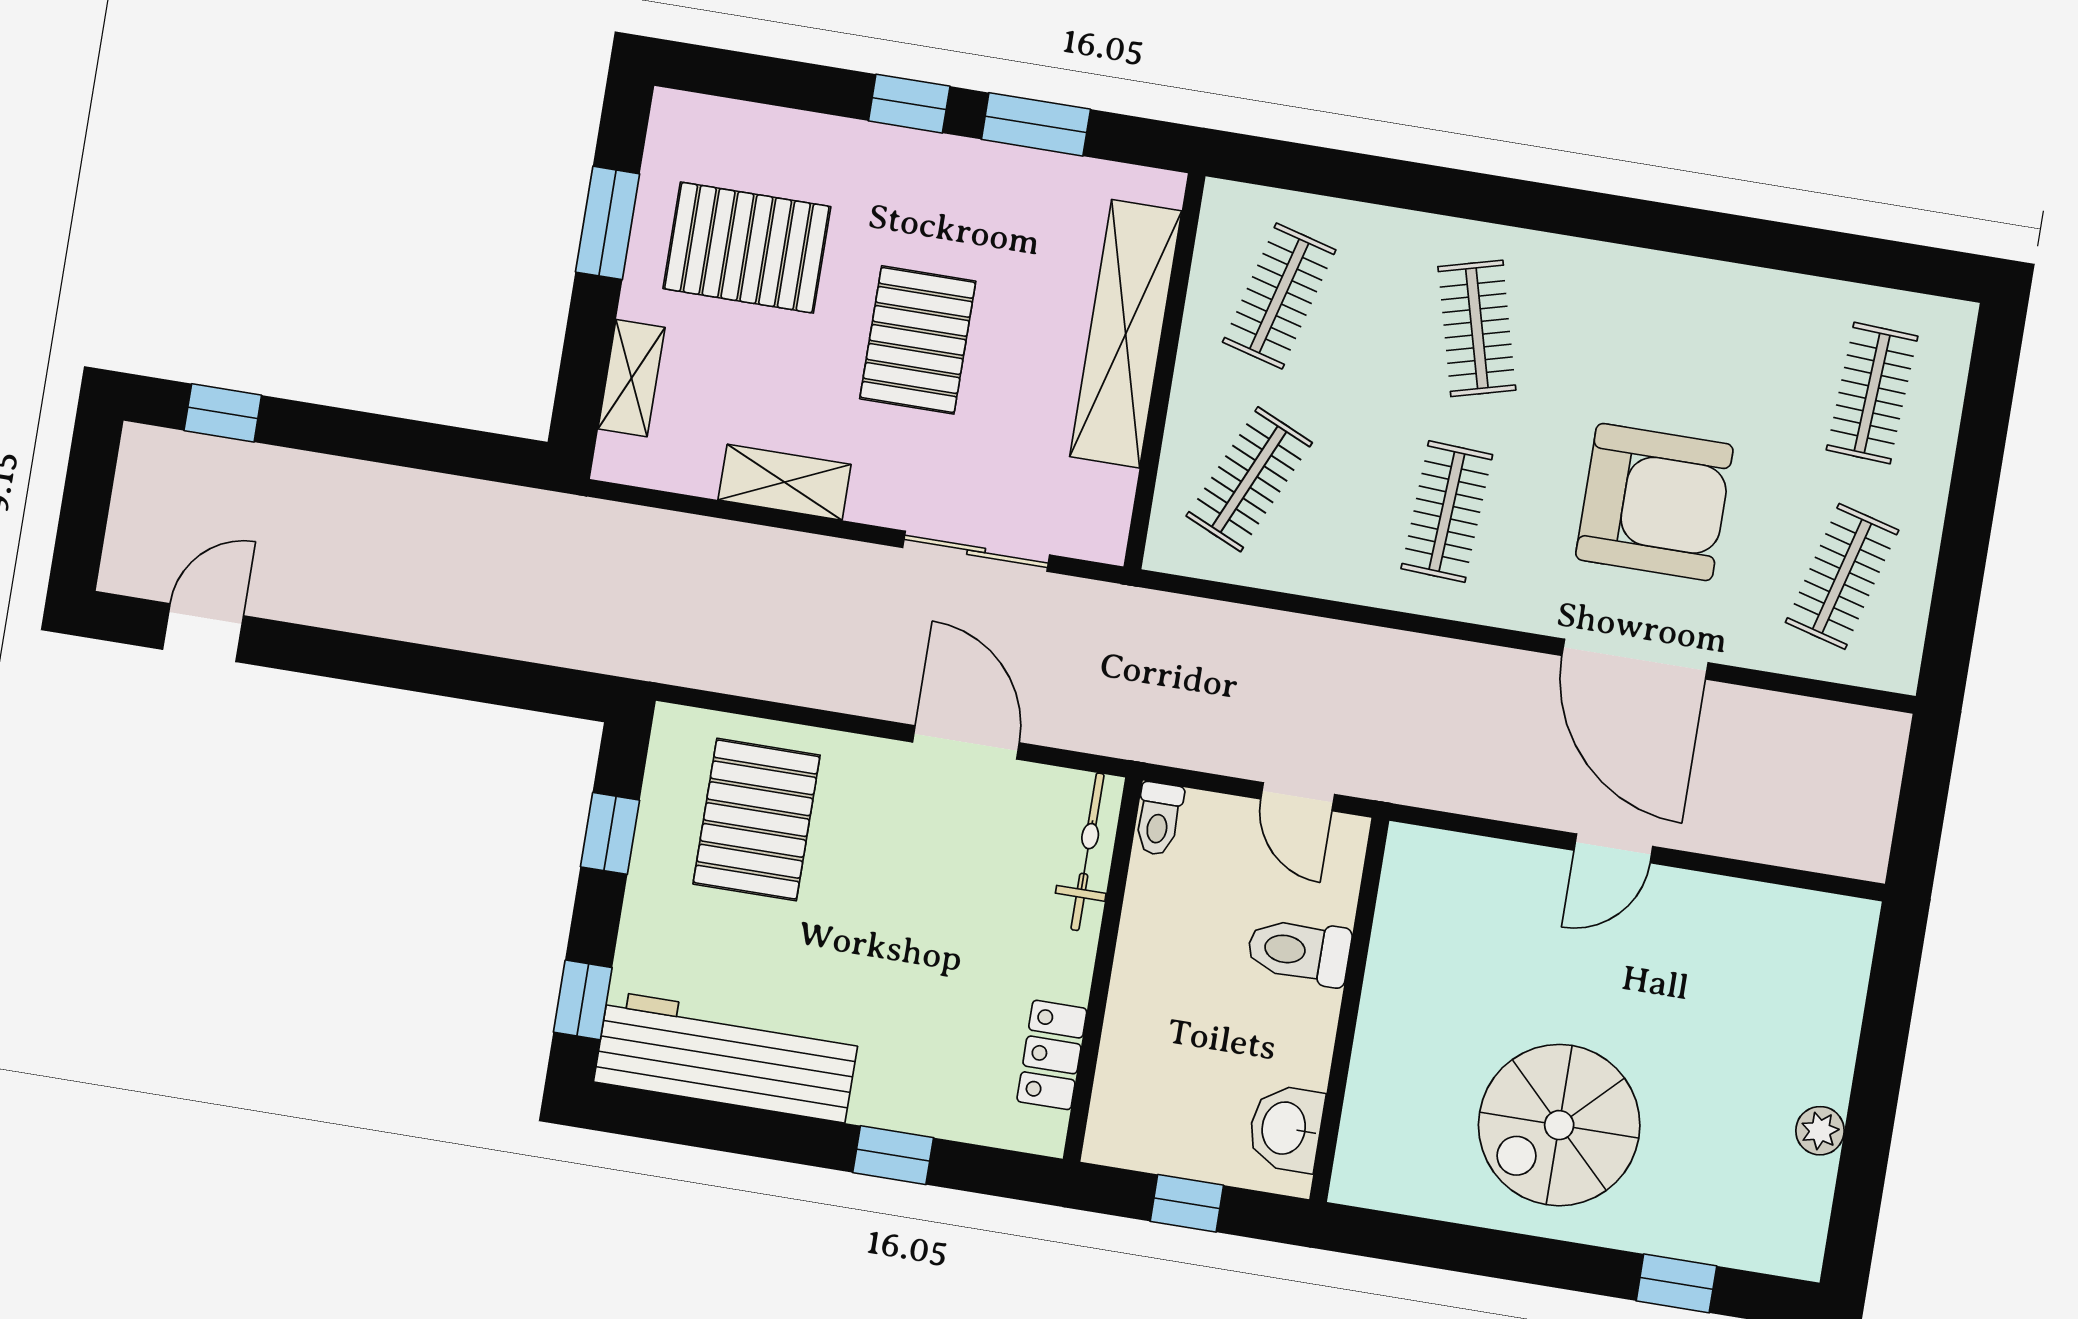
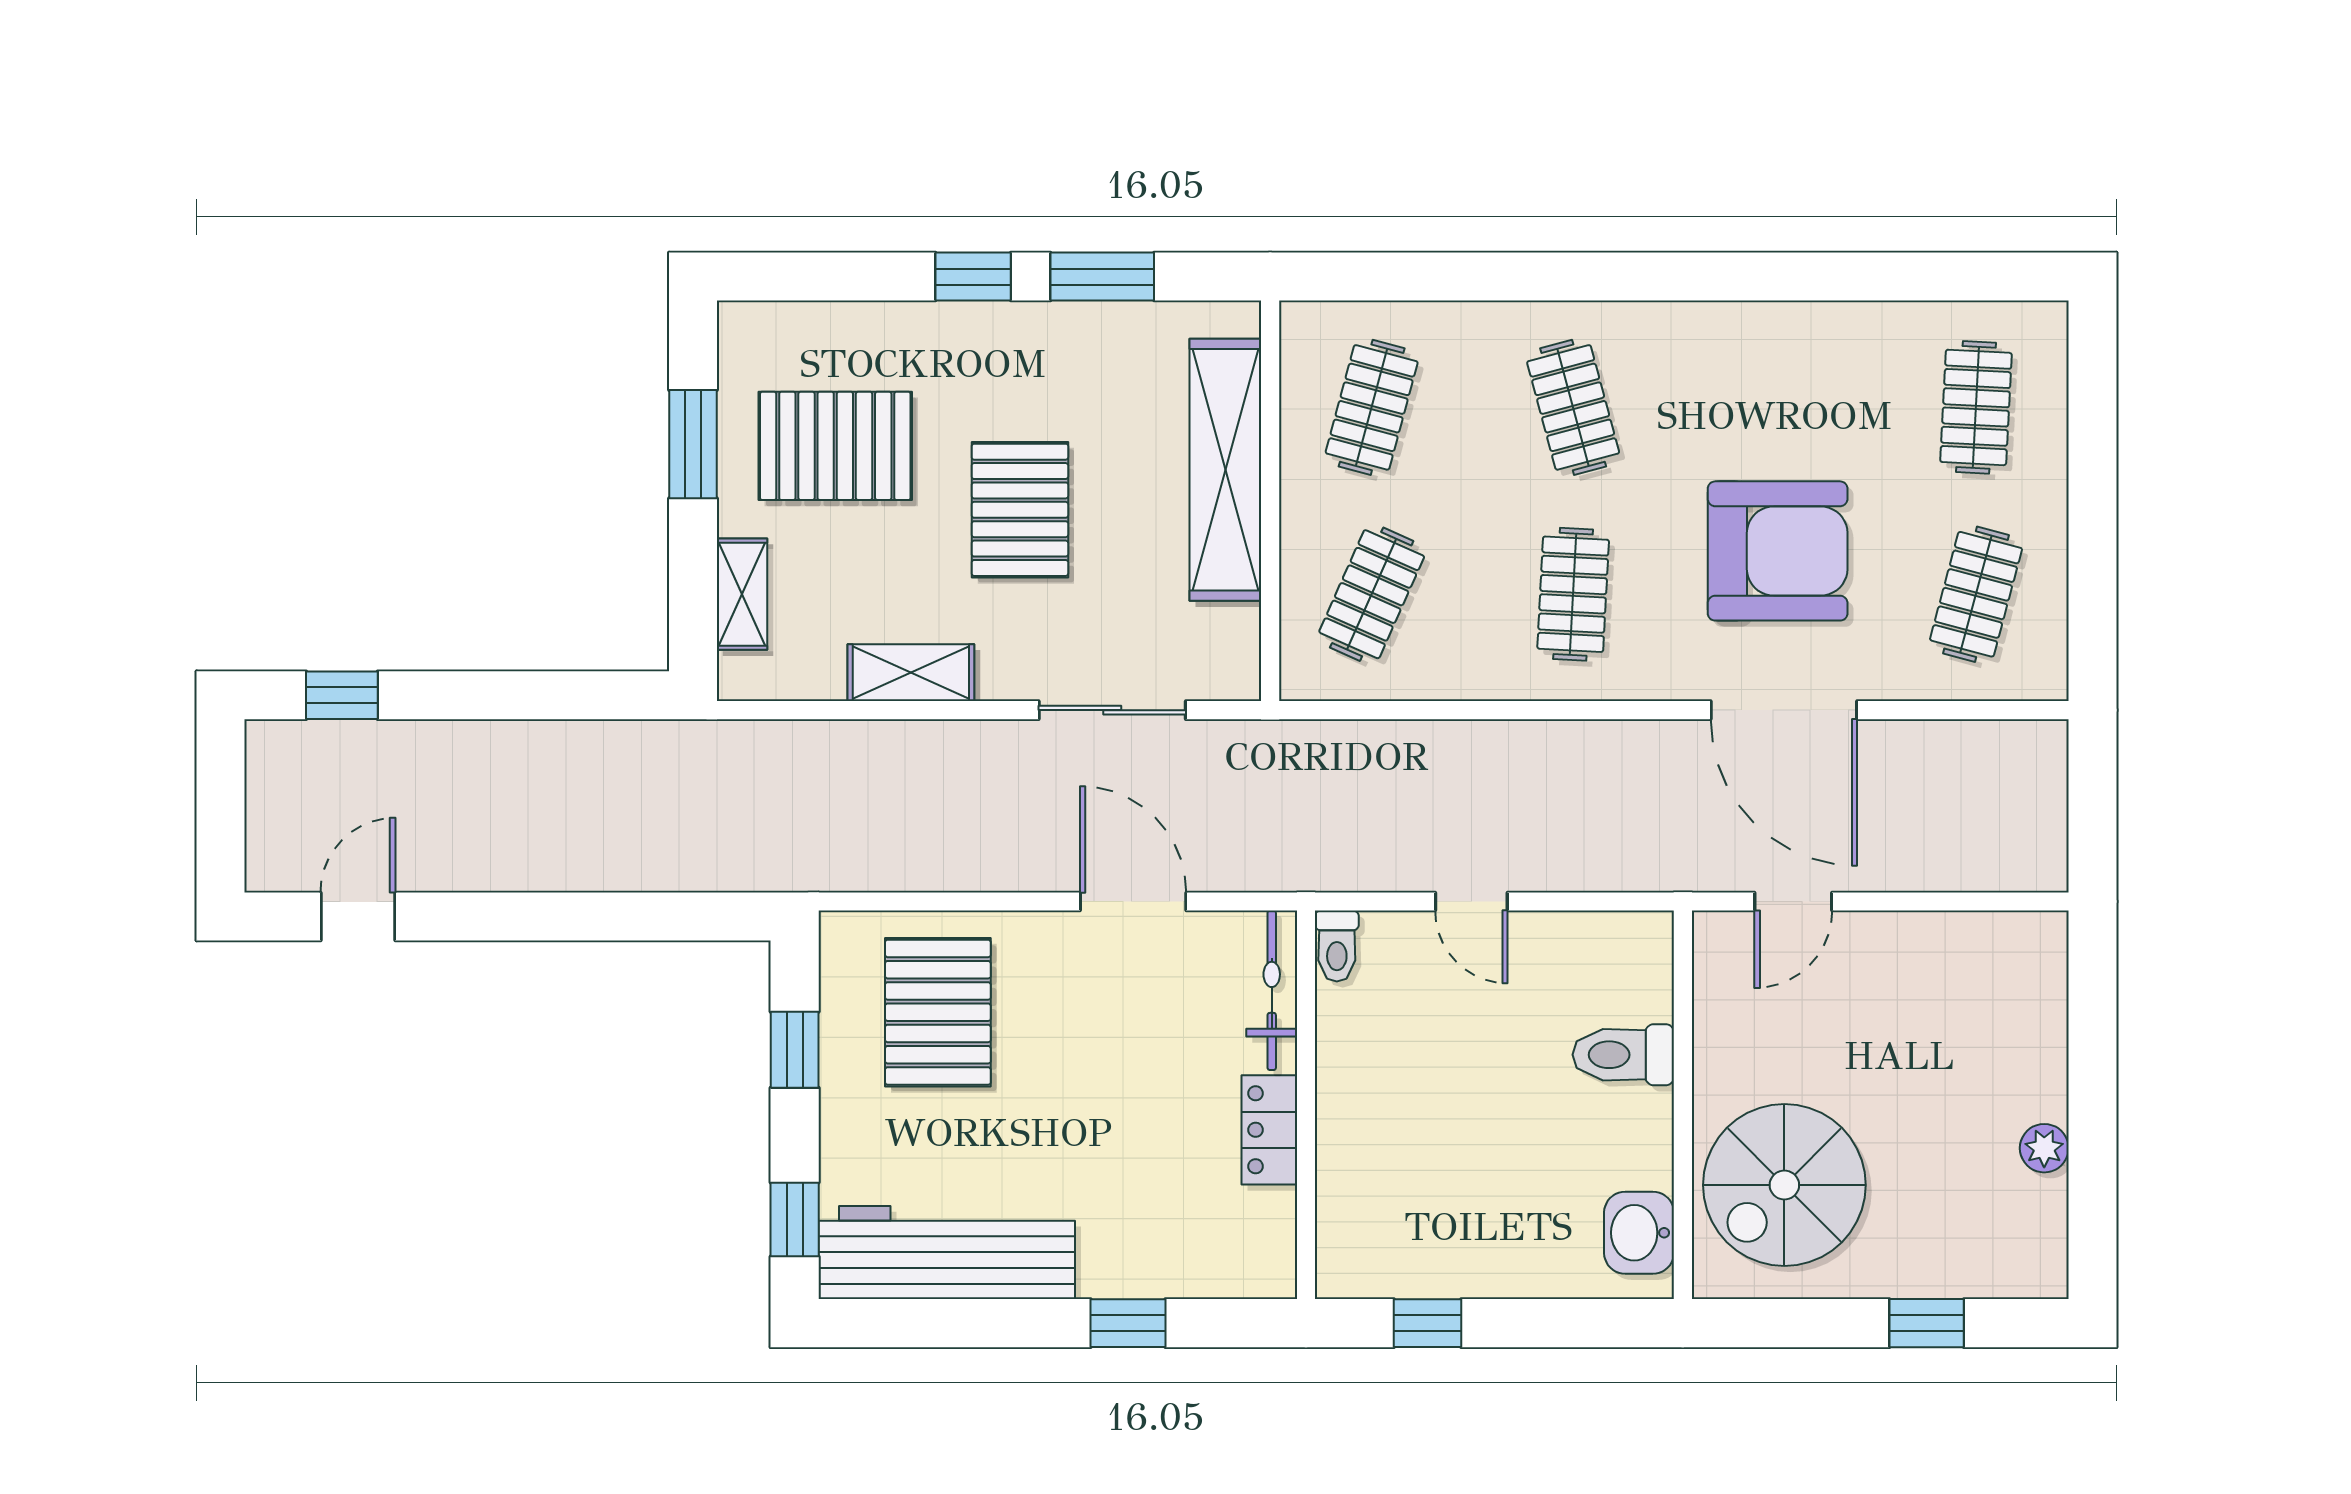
toilet: (1299, 951) -> (1623, 1055), moved
wall: (1349, 1010) -> (1683, 1105), moved
locker: (1052, 1055) -> (1269, 1130), moved
washbasin: (1286, 1128) -> (1639, 1233), moved

